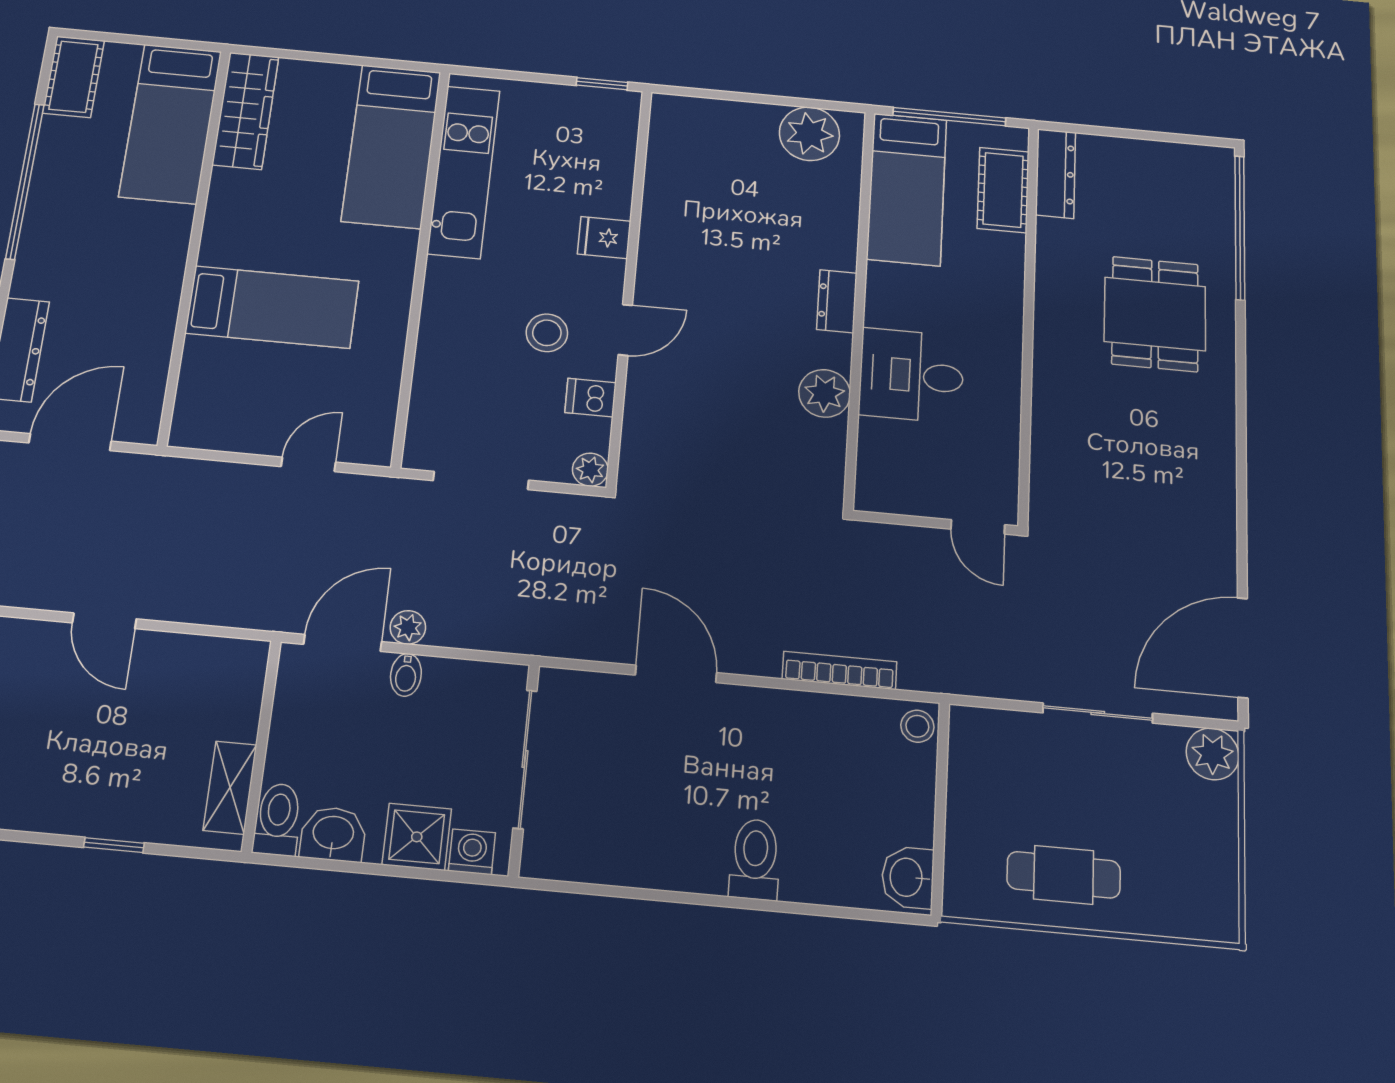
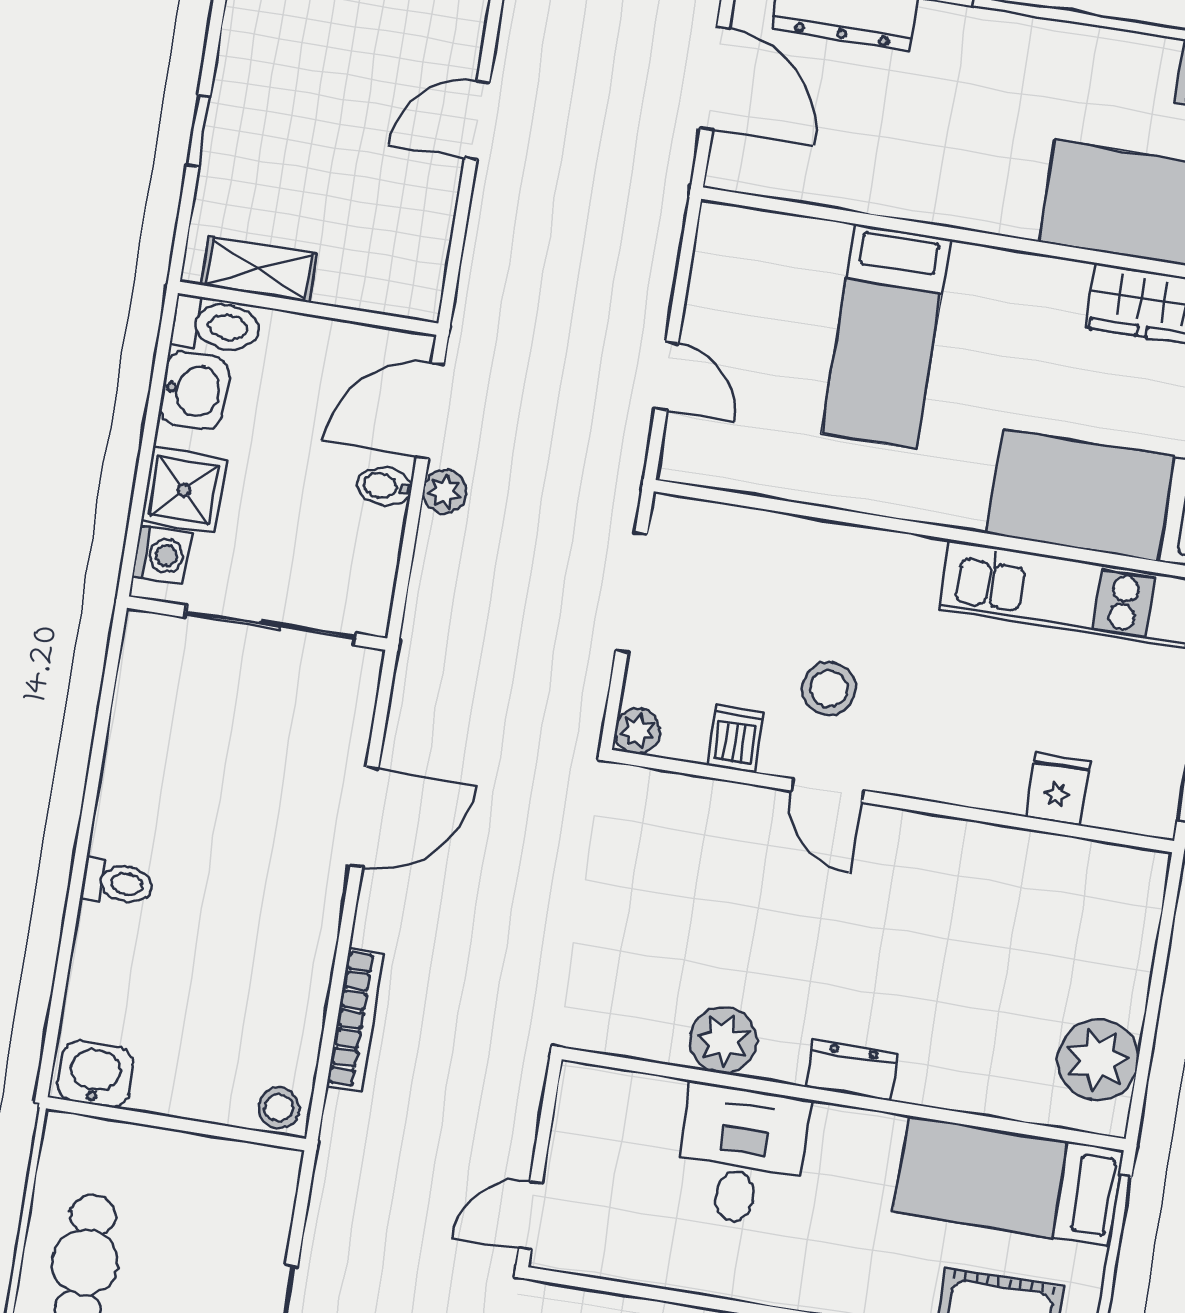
fridge: (604, 238) -> (1058, 789), moved
door: (343, 643) -> (430, 411), swing flipped
toilet: (755, 859) -> (117, 883), width x0.73, depth x0.72

